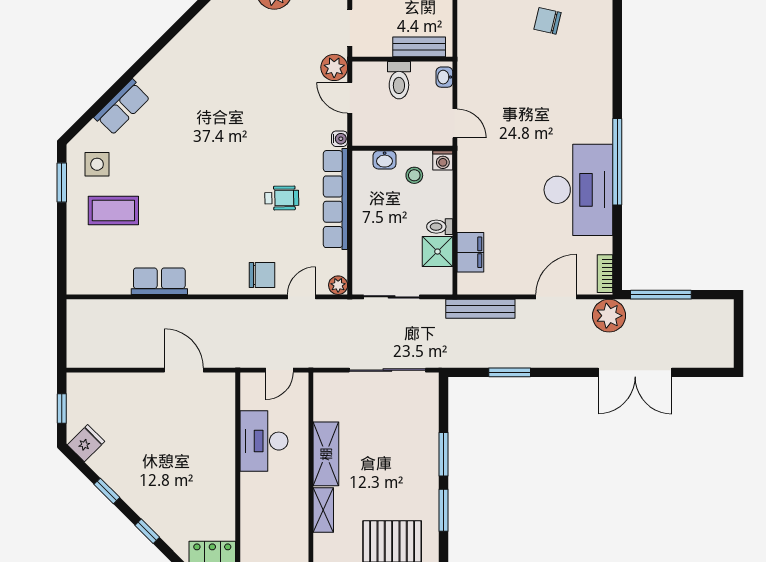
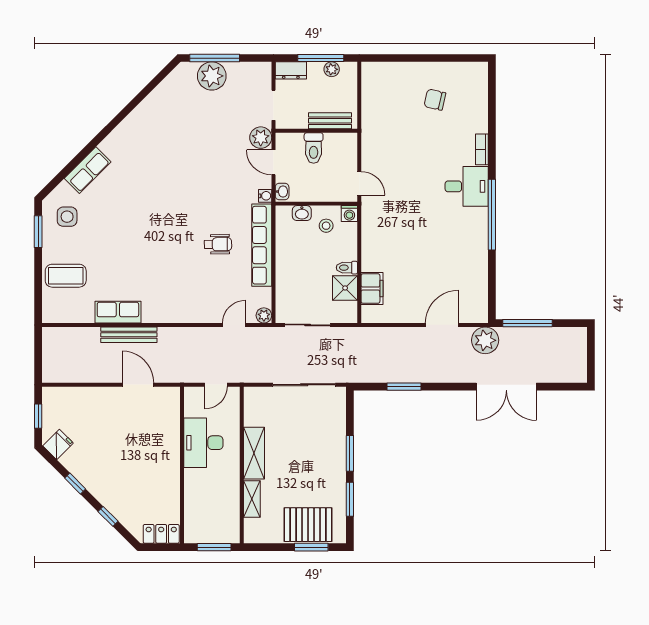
washbasin: (444, 77) -> (282, 192), moved, turned 180
desk: (578, 190) -> (467, 186), moved, width x0.53, depth x0.77
coffee table: (113, 211) -> (66, 276), moved
bookcase: (605, 274) -> (482, 149), moved
chair: (262, 275) -> (202, 307), removed
bench: (480, 309) -> (129, 335), moved

